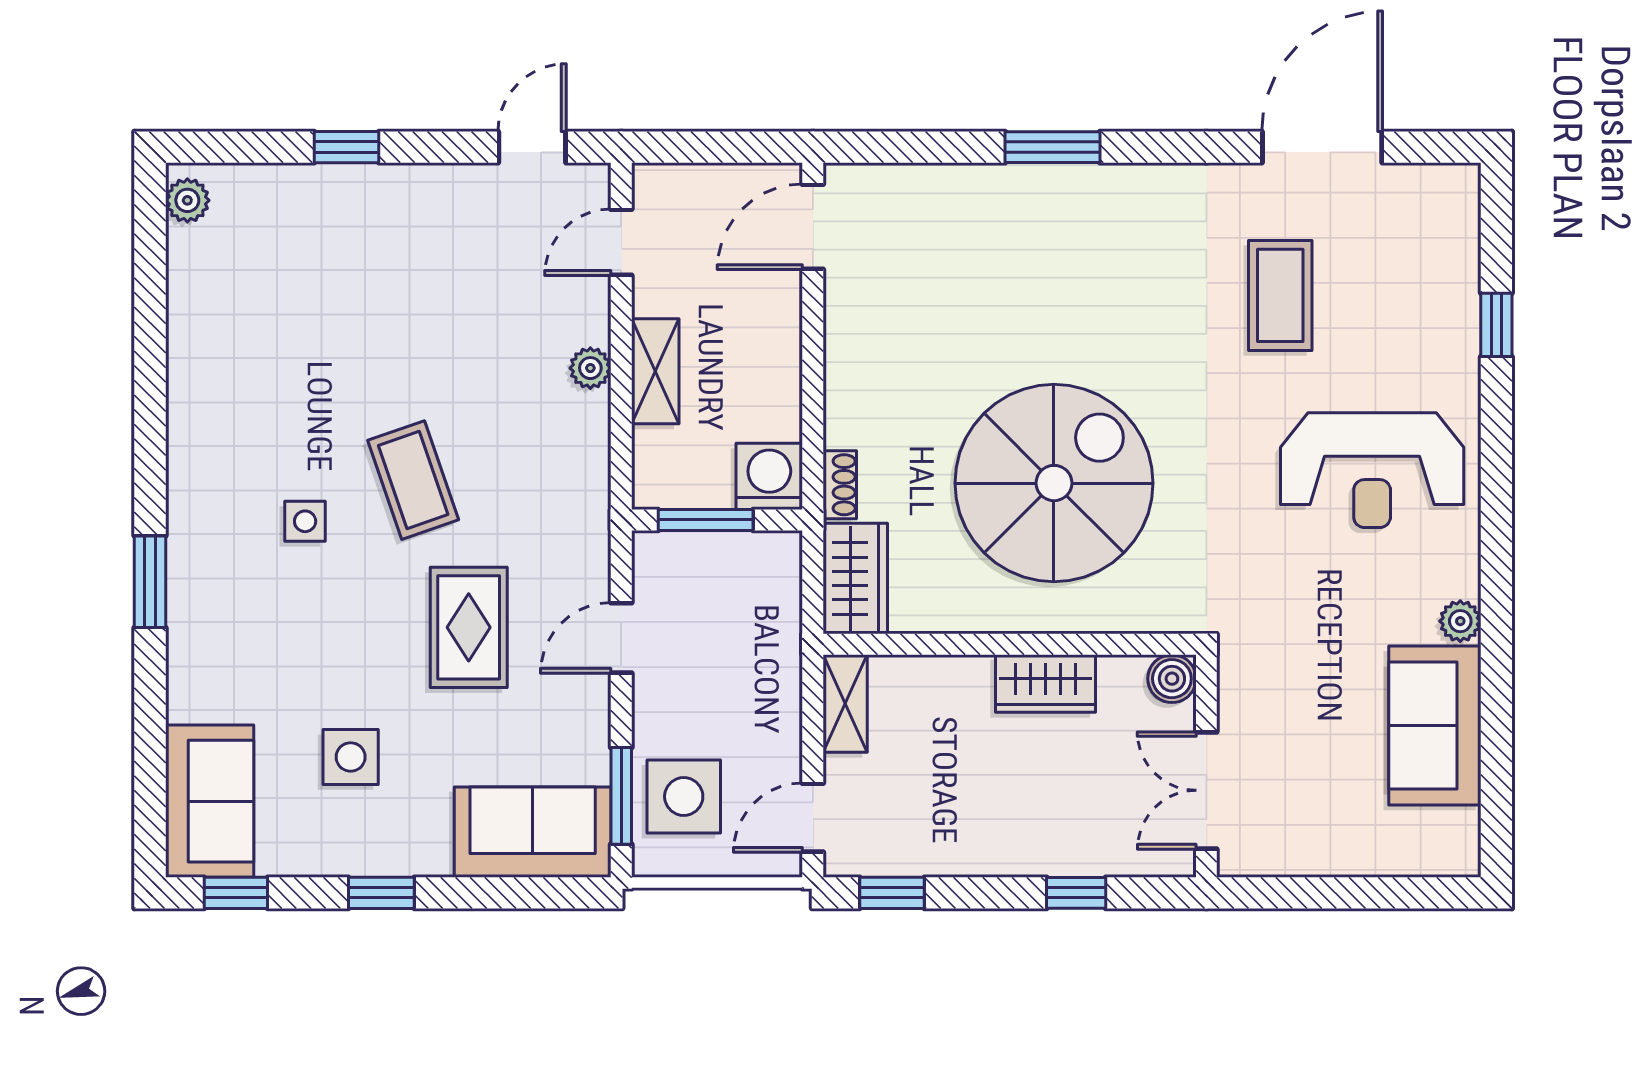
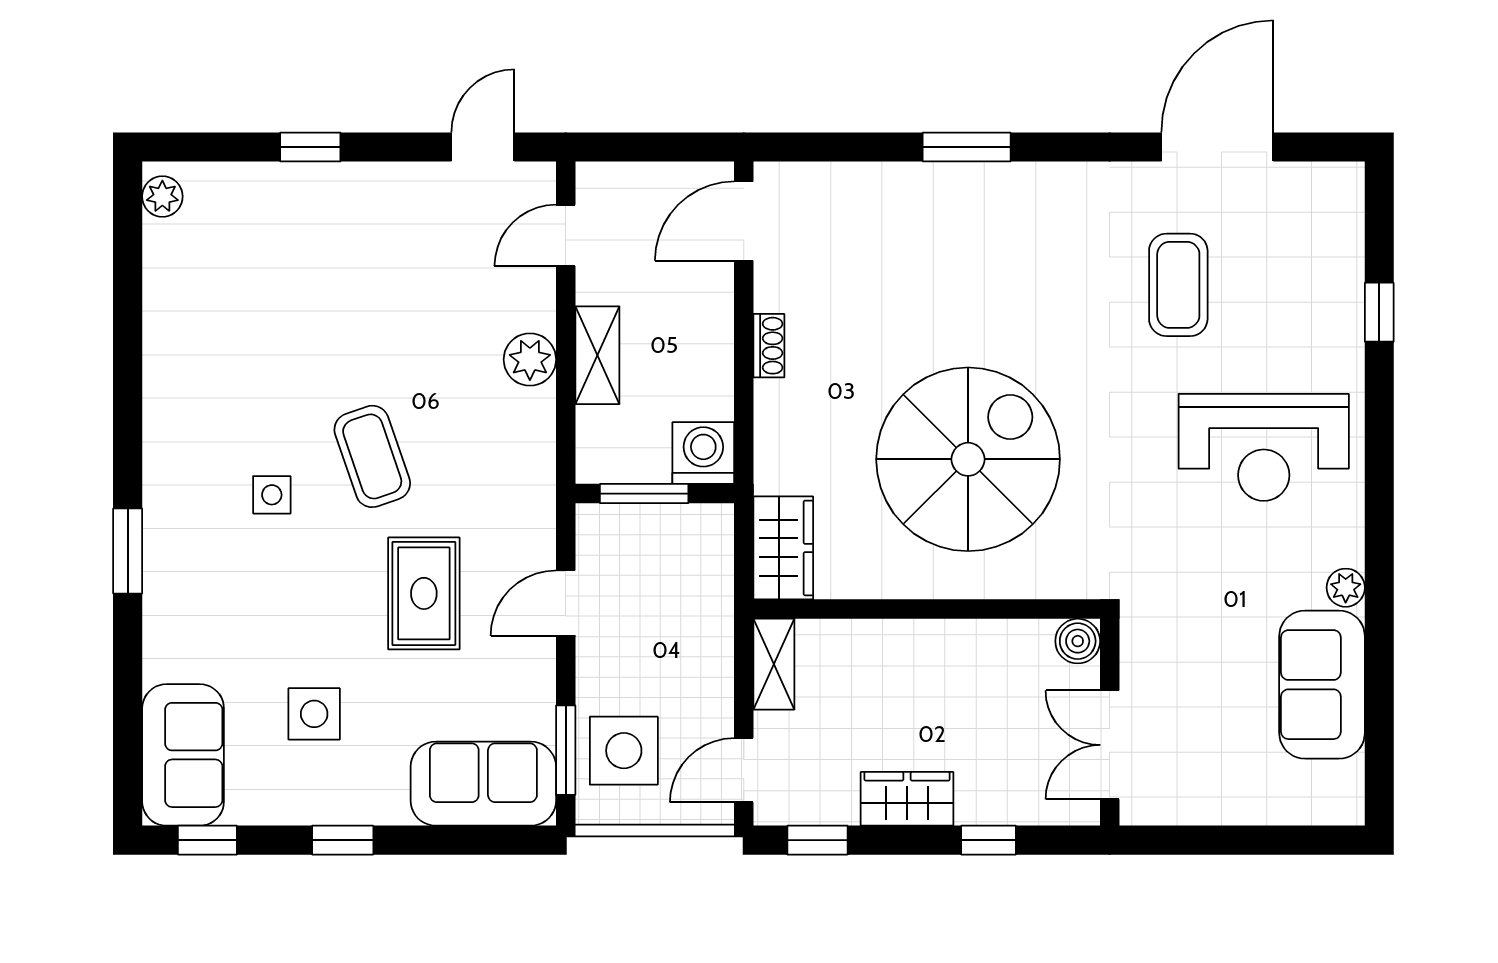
plant: (590, 368) -> (530, 360), width x1.38, depth x1.38
shoe rack: (840, 485) -> (769, 346), moved
wardrobe: (1045, 683) -> (907, 799), moved, turned 180

